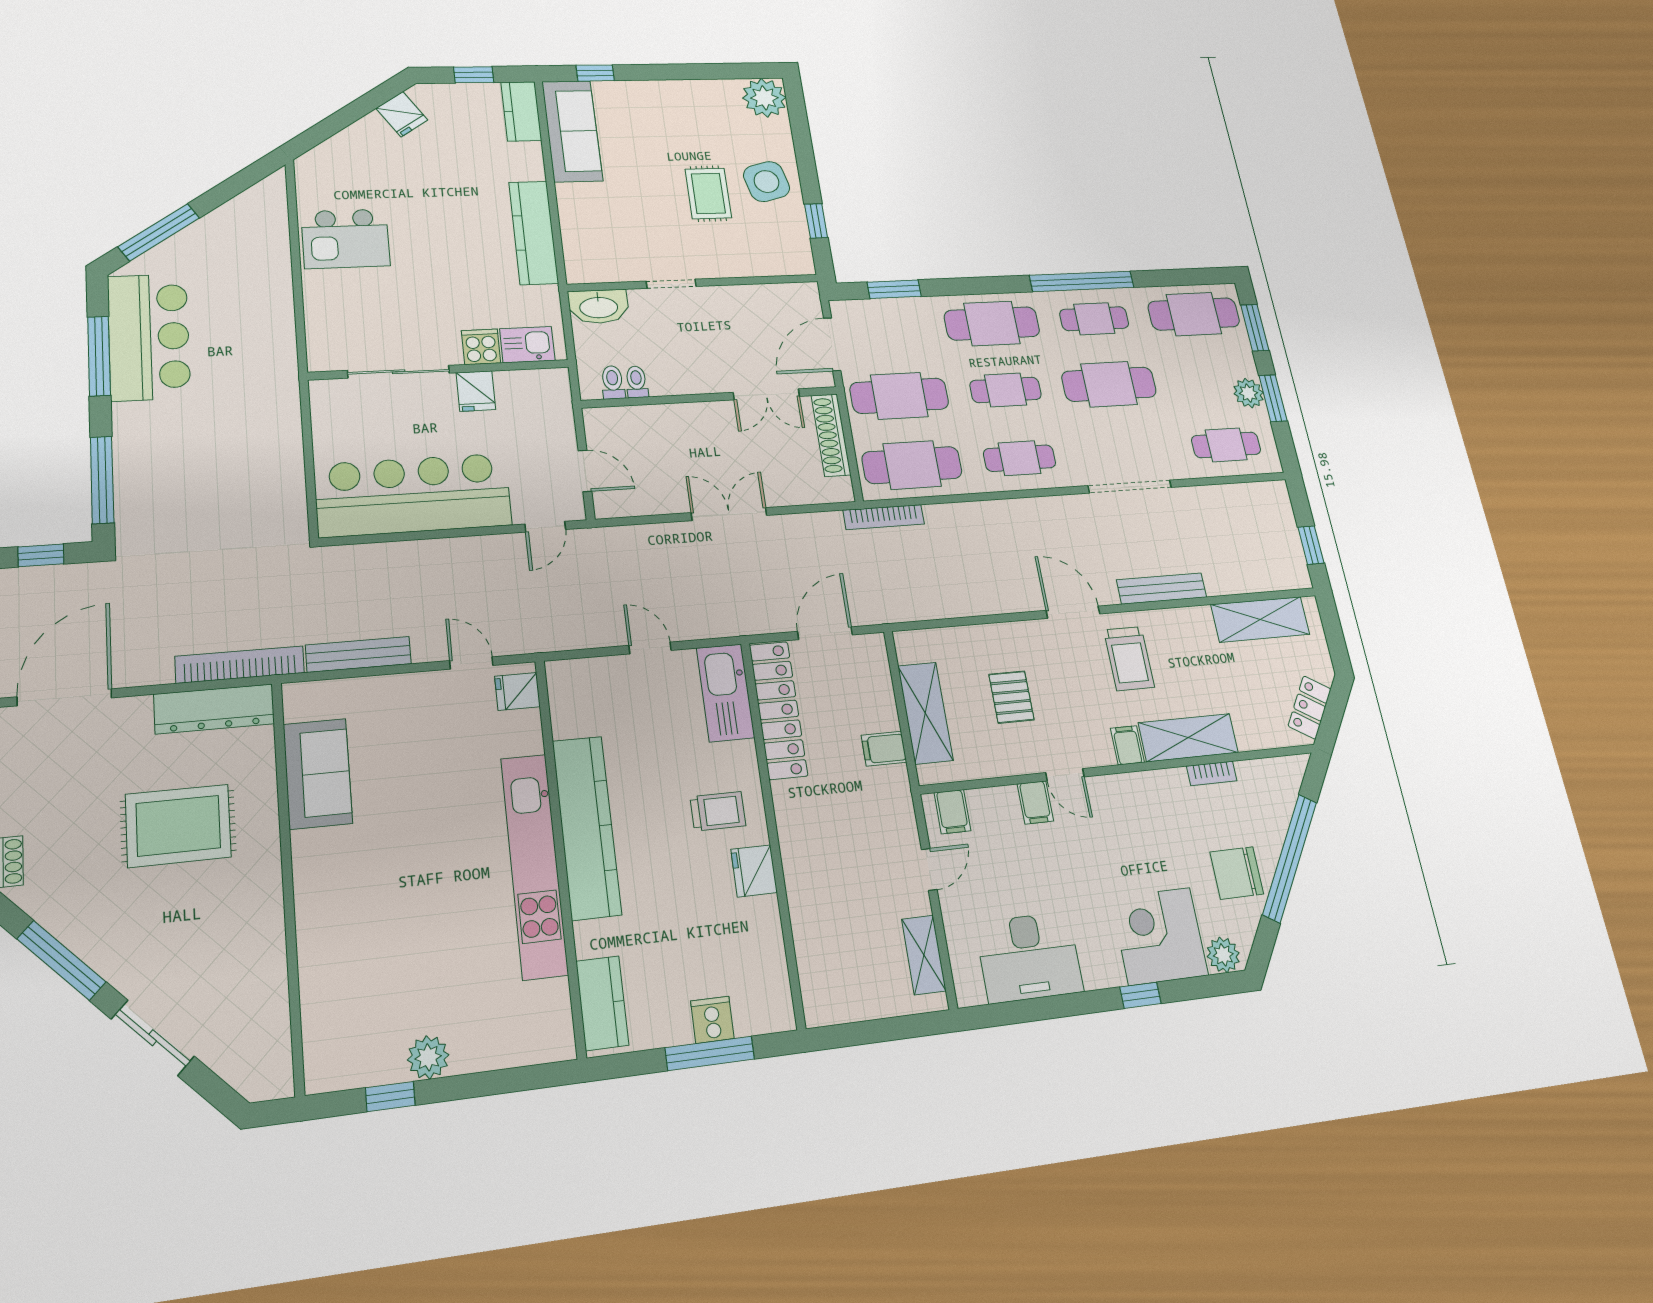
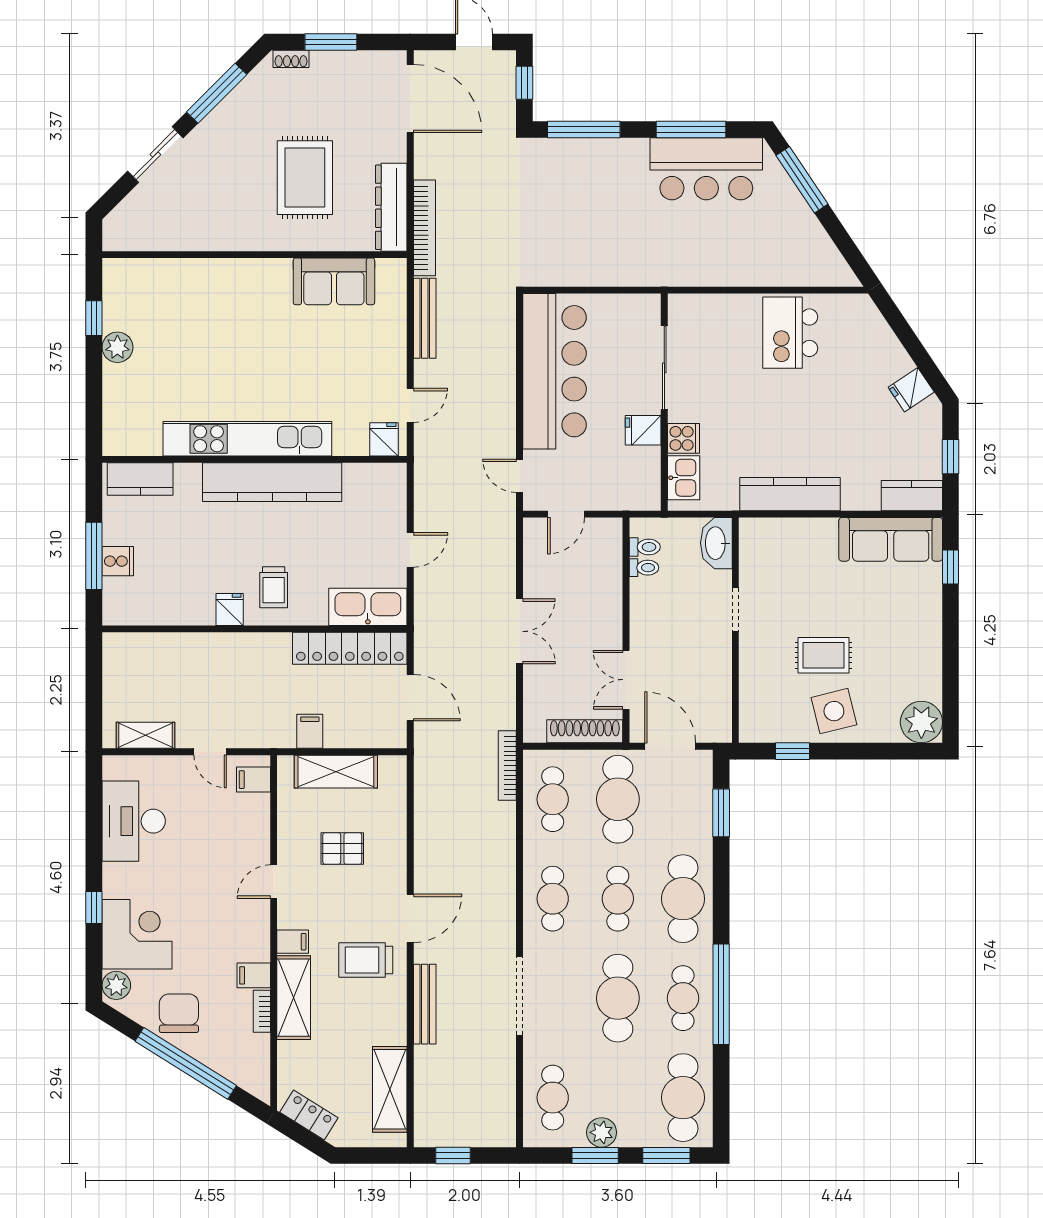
cafe table: (912, 465) -> (553, 799), width x0.73, depth x0.74
filing cabinet: (1035, 802) -> (254, 975), moved
fridge: (754, 871) -> (230, 609), width x0.72

